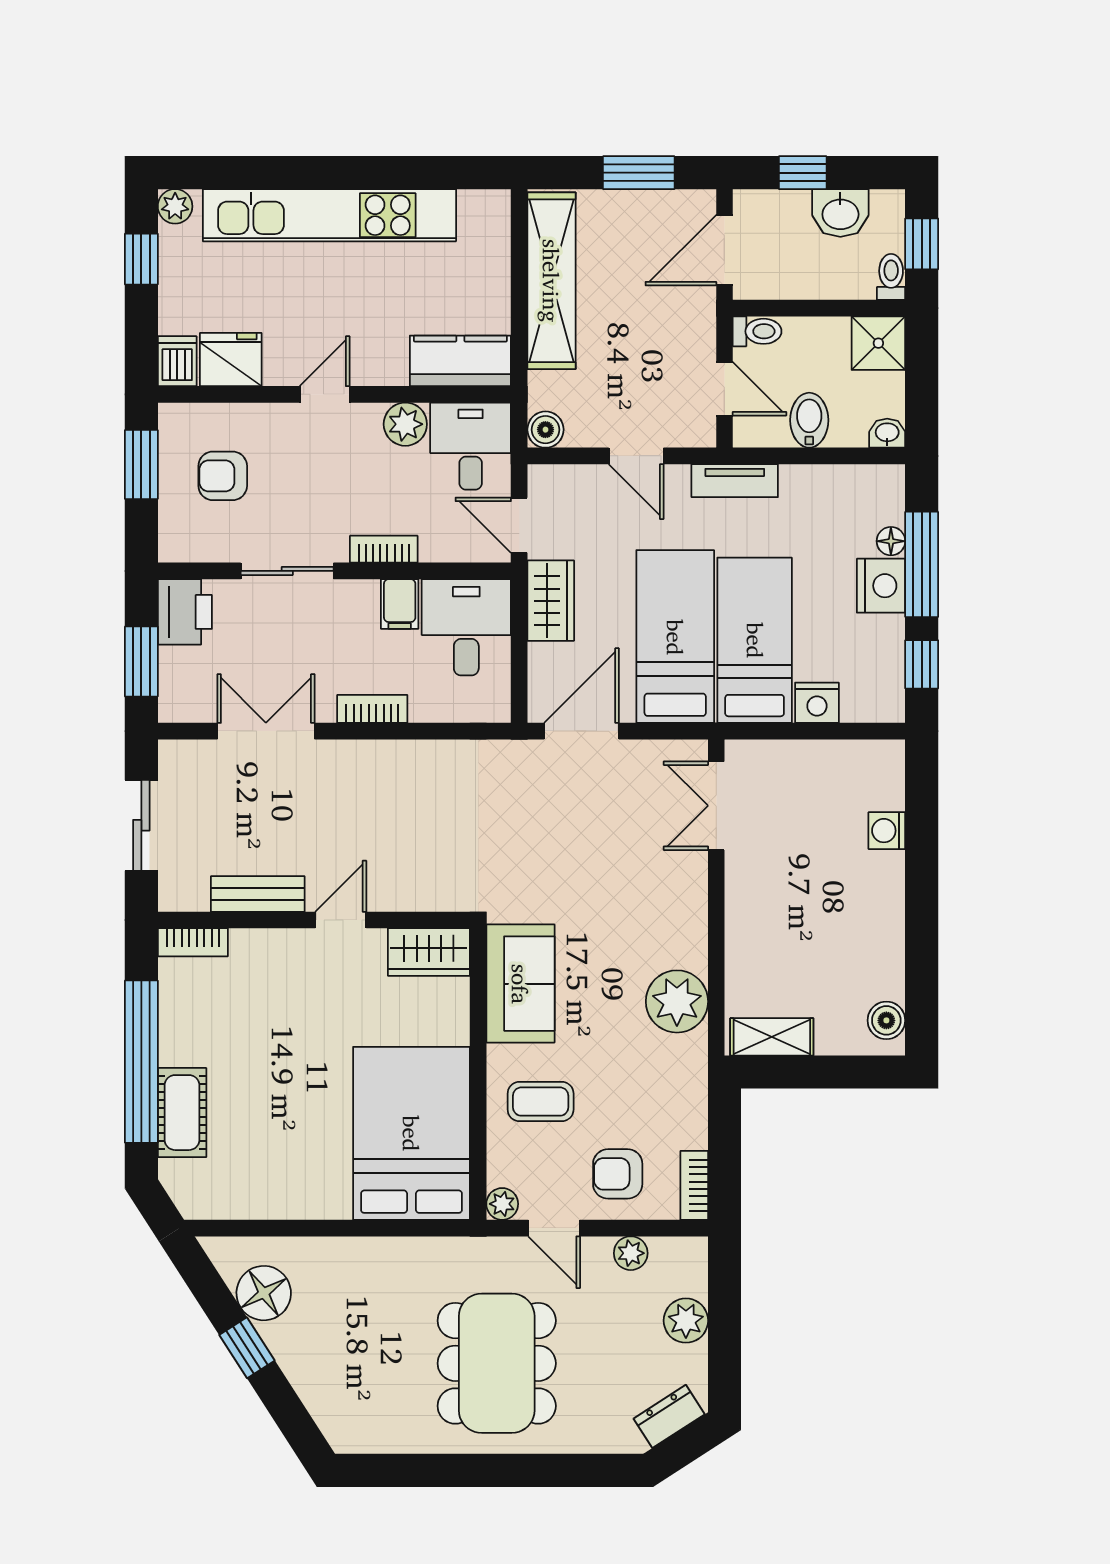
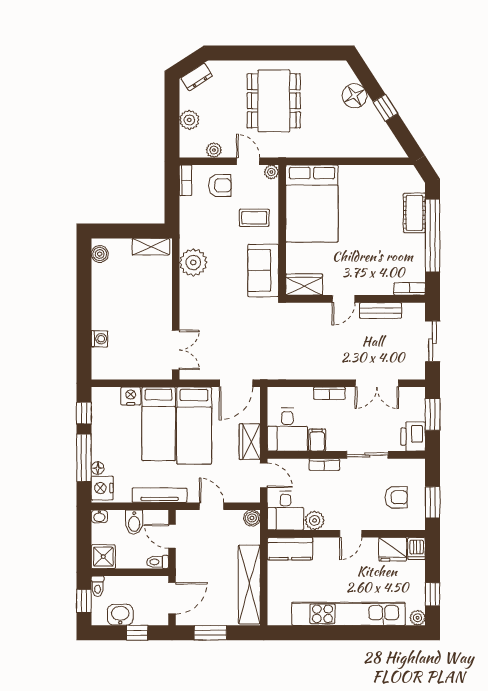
tv unit: (735, 481) -> (160, 495), width x1.41
nightstand: (881, 586) -> (102, 488), moved
floor lamp: (264, 1293) -> (355, 96), moved

